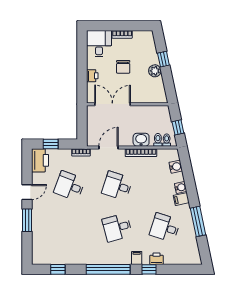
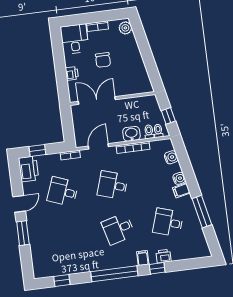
window: (163, 59) -> (144, 47), removed
plant: (155, 71) -> (125, 28), moved

